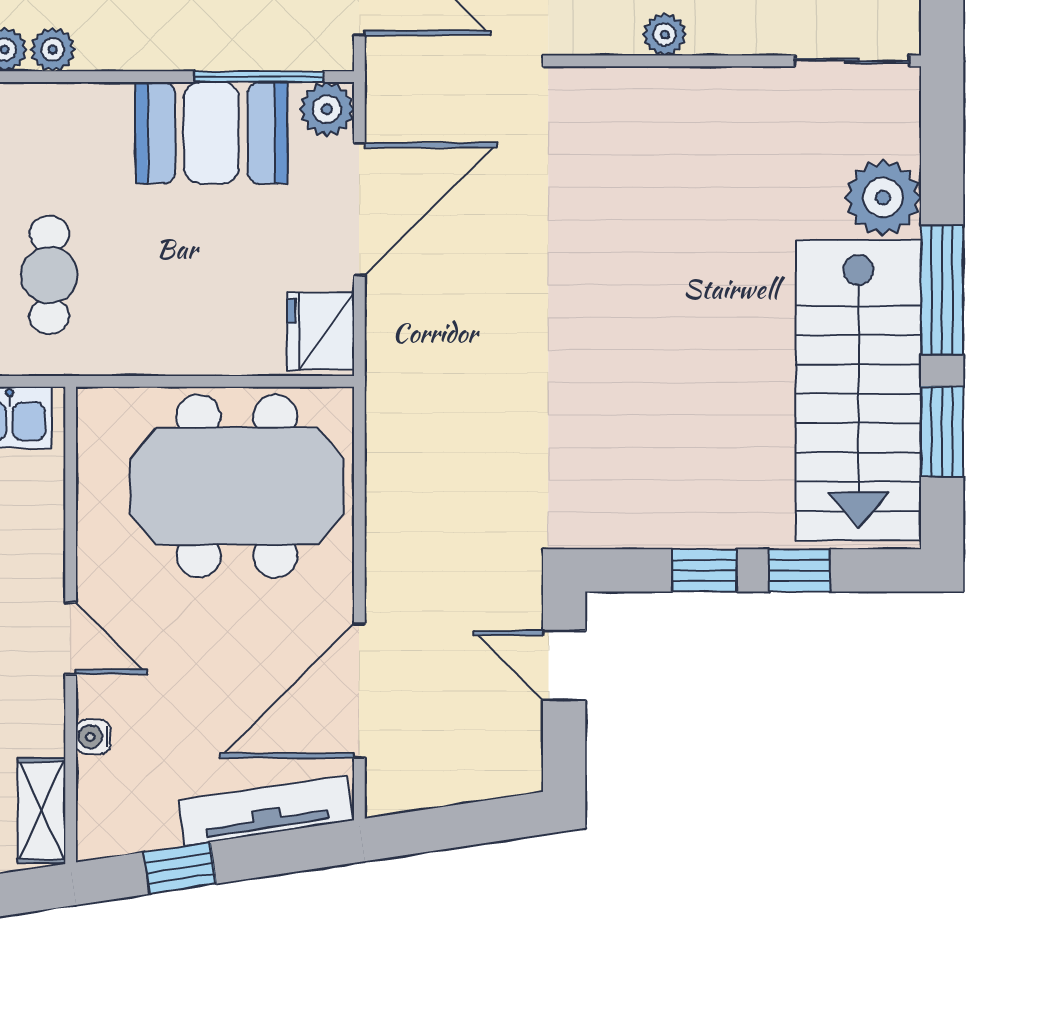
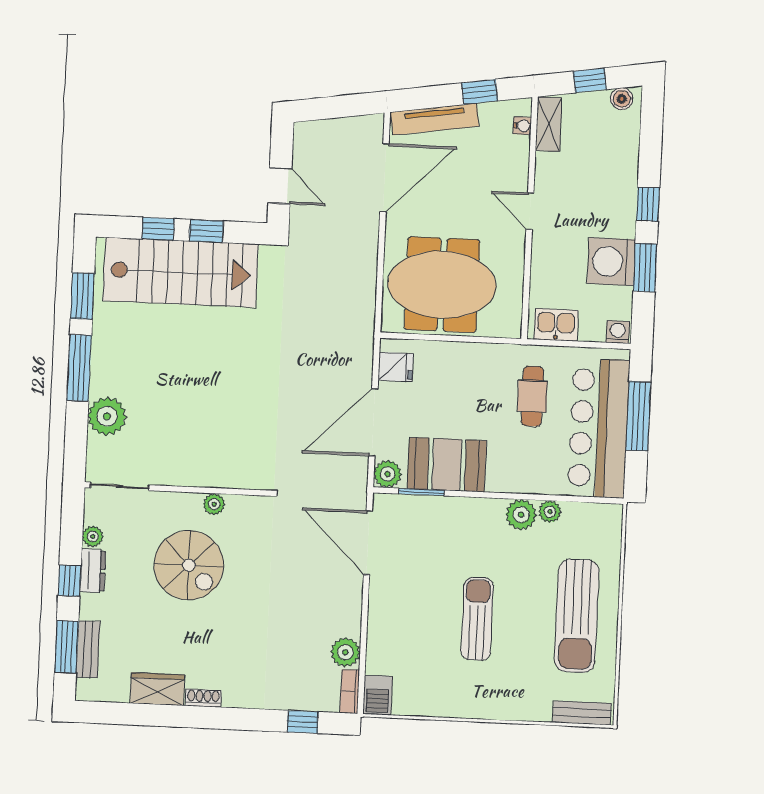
plant: (53, 49) -> (521, 515), width x1.38, depth x1.38
window: (259, 77) -> (421, 492), width x0.69
fridge: (321, 331) -> (396, 367), width x0.72
stairs: (858, 390) -> (180, 272), moved, turned 90
water cooler: (93, 737) -> (522, 126), moved

